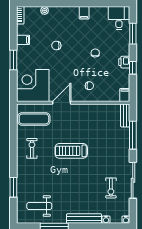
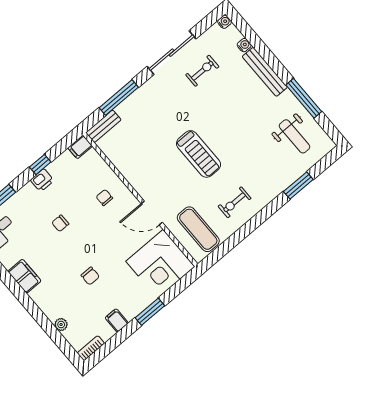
filing cabinet: (84, 13) -> (24, 276), width x2.00

